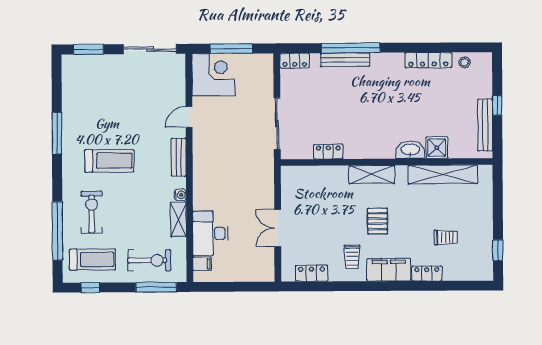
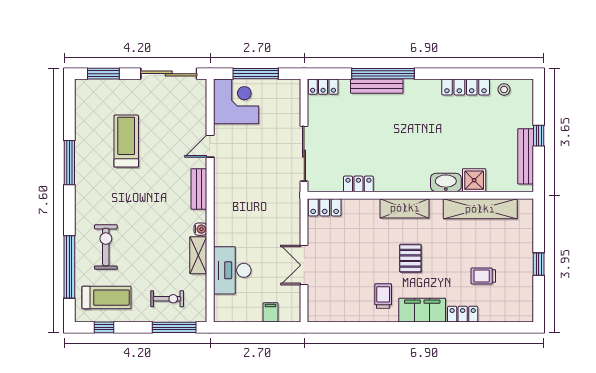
treadmill: (109, 161) -> (126, 141), moved, turned -90
trolley: (446, 237) -> (483, 276), turned 180
window: (498, 250) -> (539, 264), moved
trolley: (352, 257) -> (383, 296), turned 180
exercise bike: (149, 260) -> (167, 299), width x0.73, depth x0.72
filing cabinet: (202, 264) -> (270, 312), moved, turned -90
locker: (312, 273) -> (325, 207), moved, turned 180

